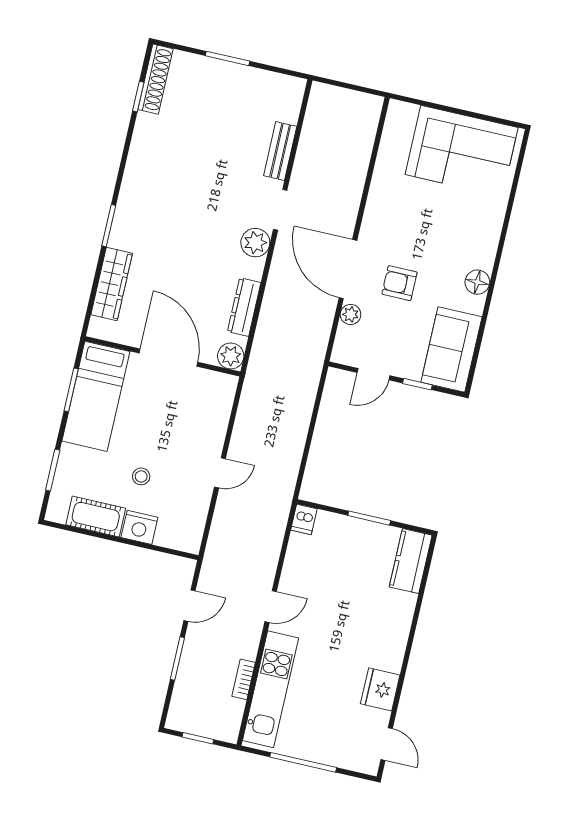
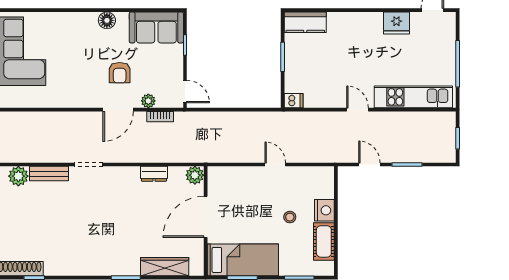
plant: (255, 243) -> (18, 176), moved
door: (348, 269) -> (118, 110), width x0.73
dresser: (244, 307) -> (154, 174), width x0.70
door: (373, 374) -> (185, 92), moved
bookcase: (244, 679) -> (160, 117), moved

